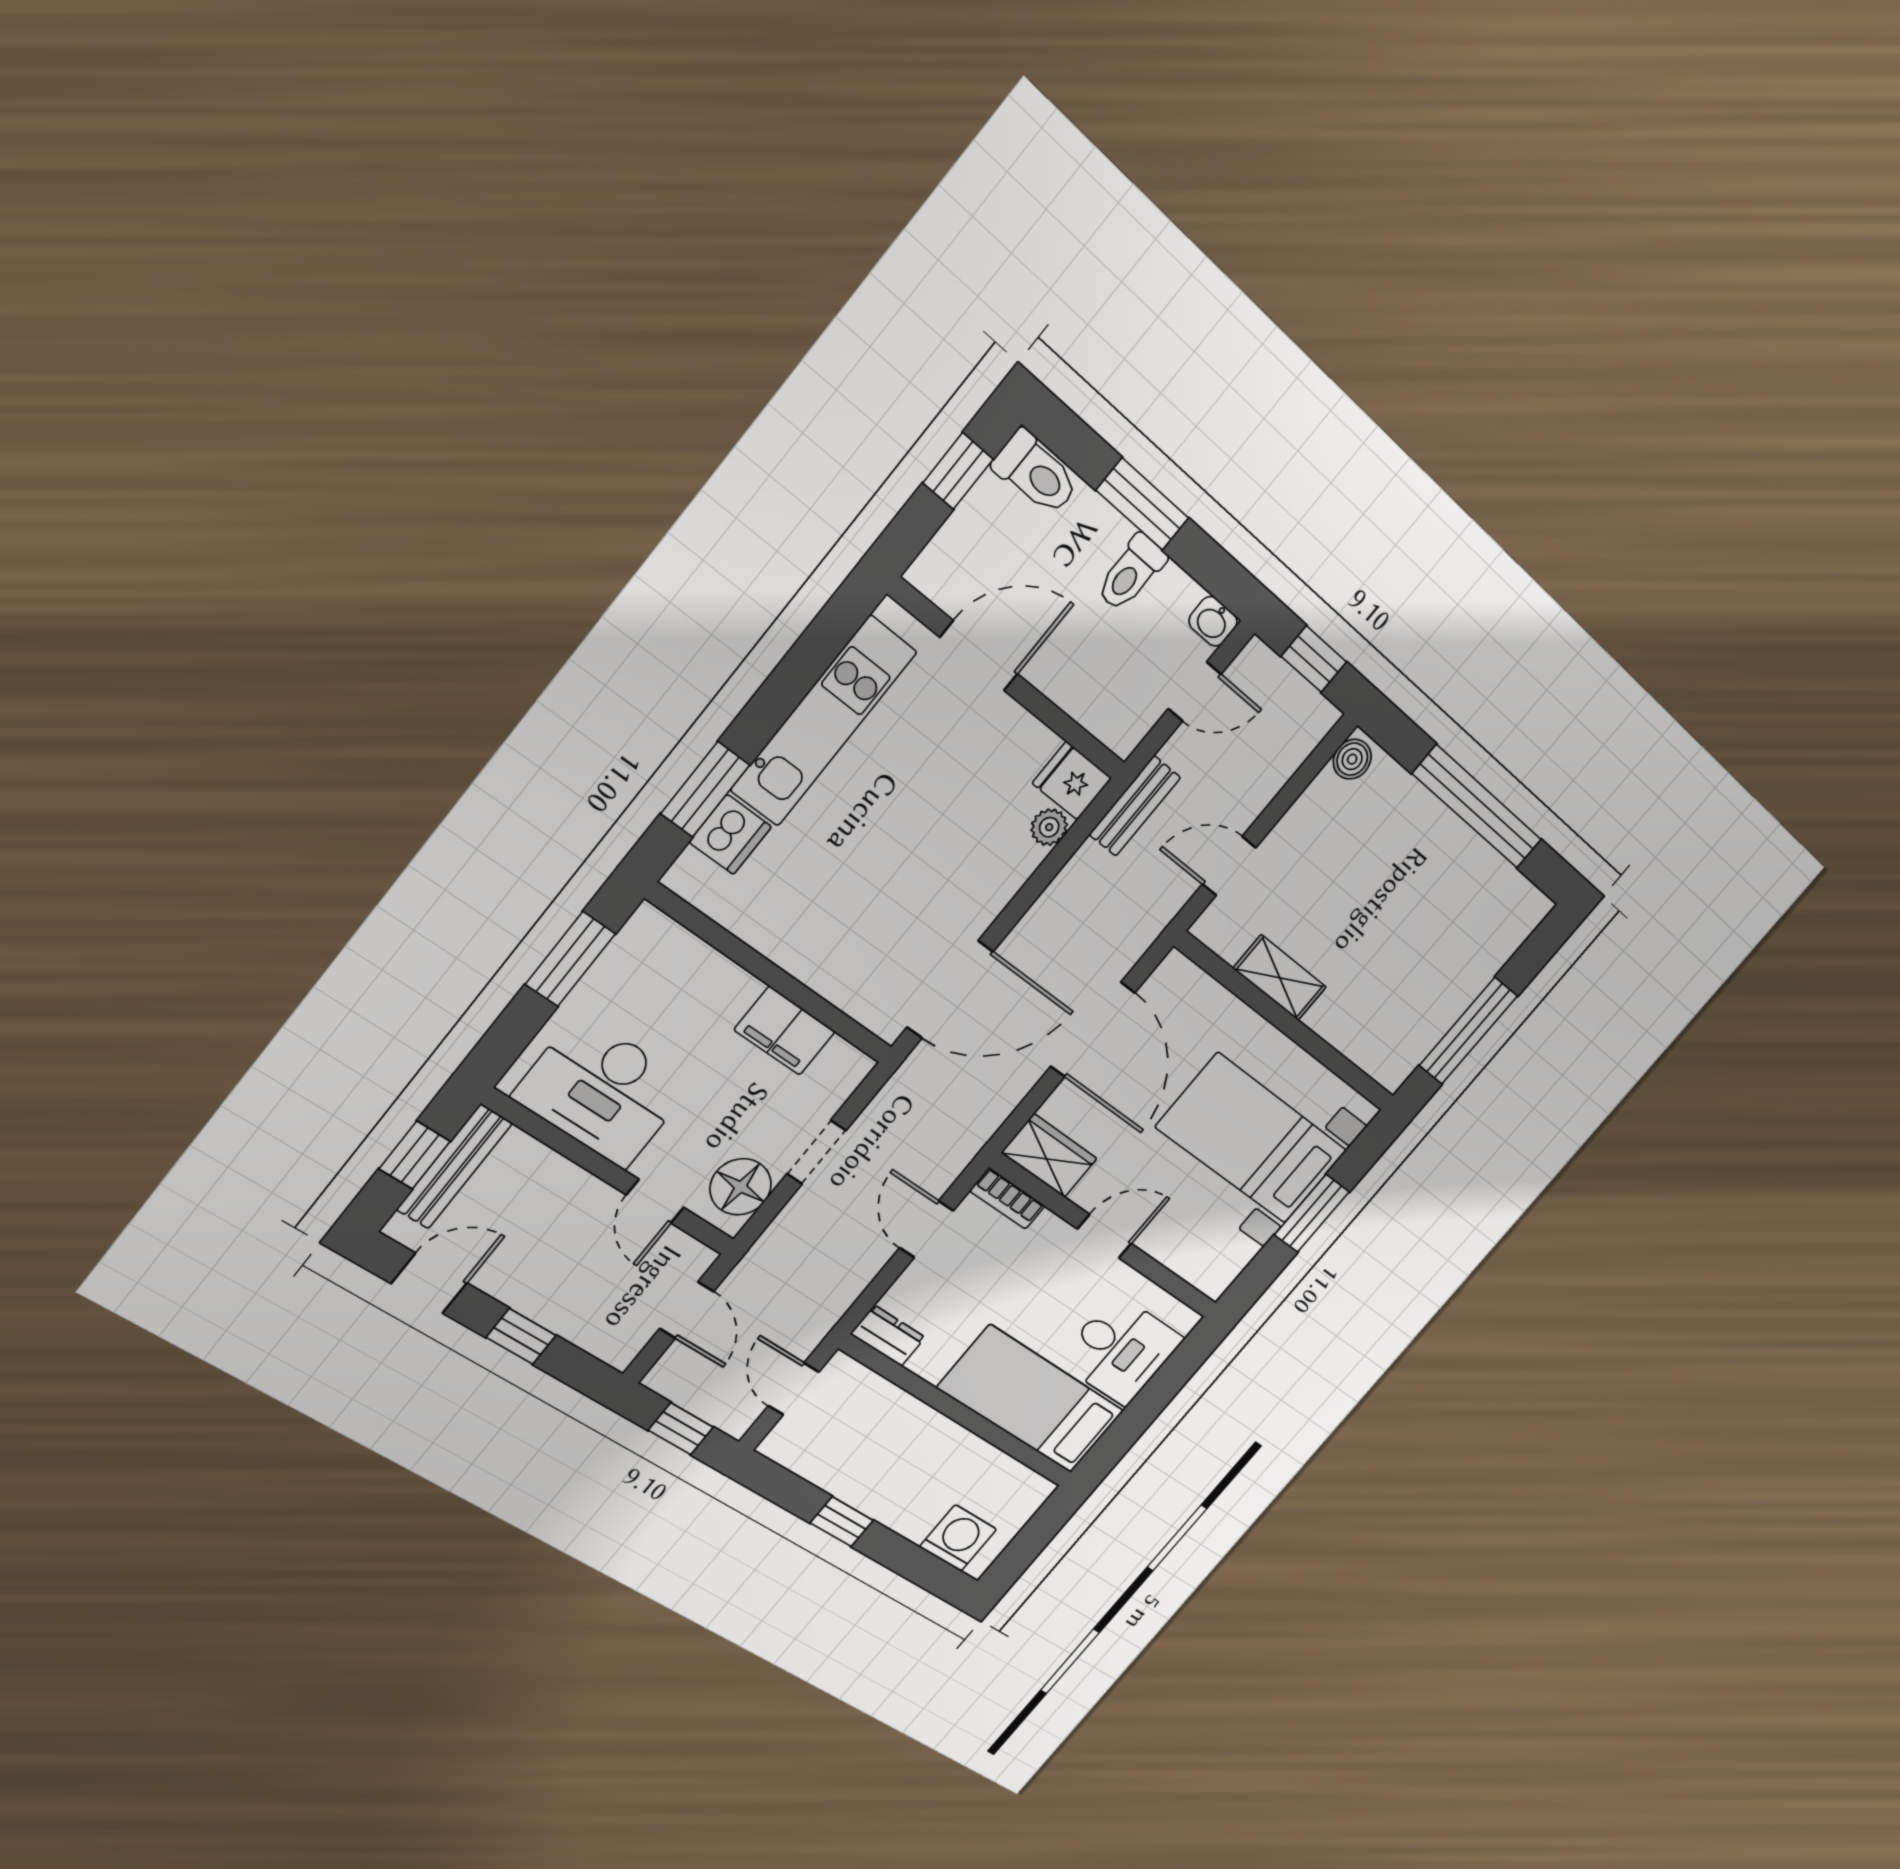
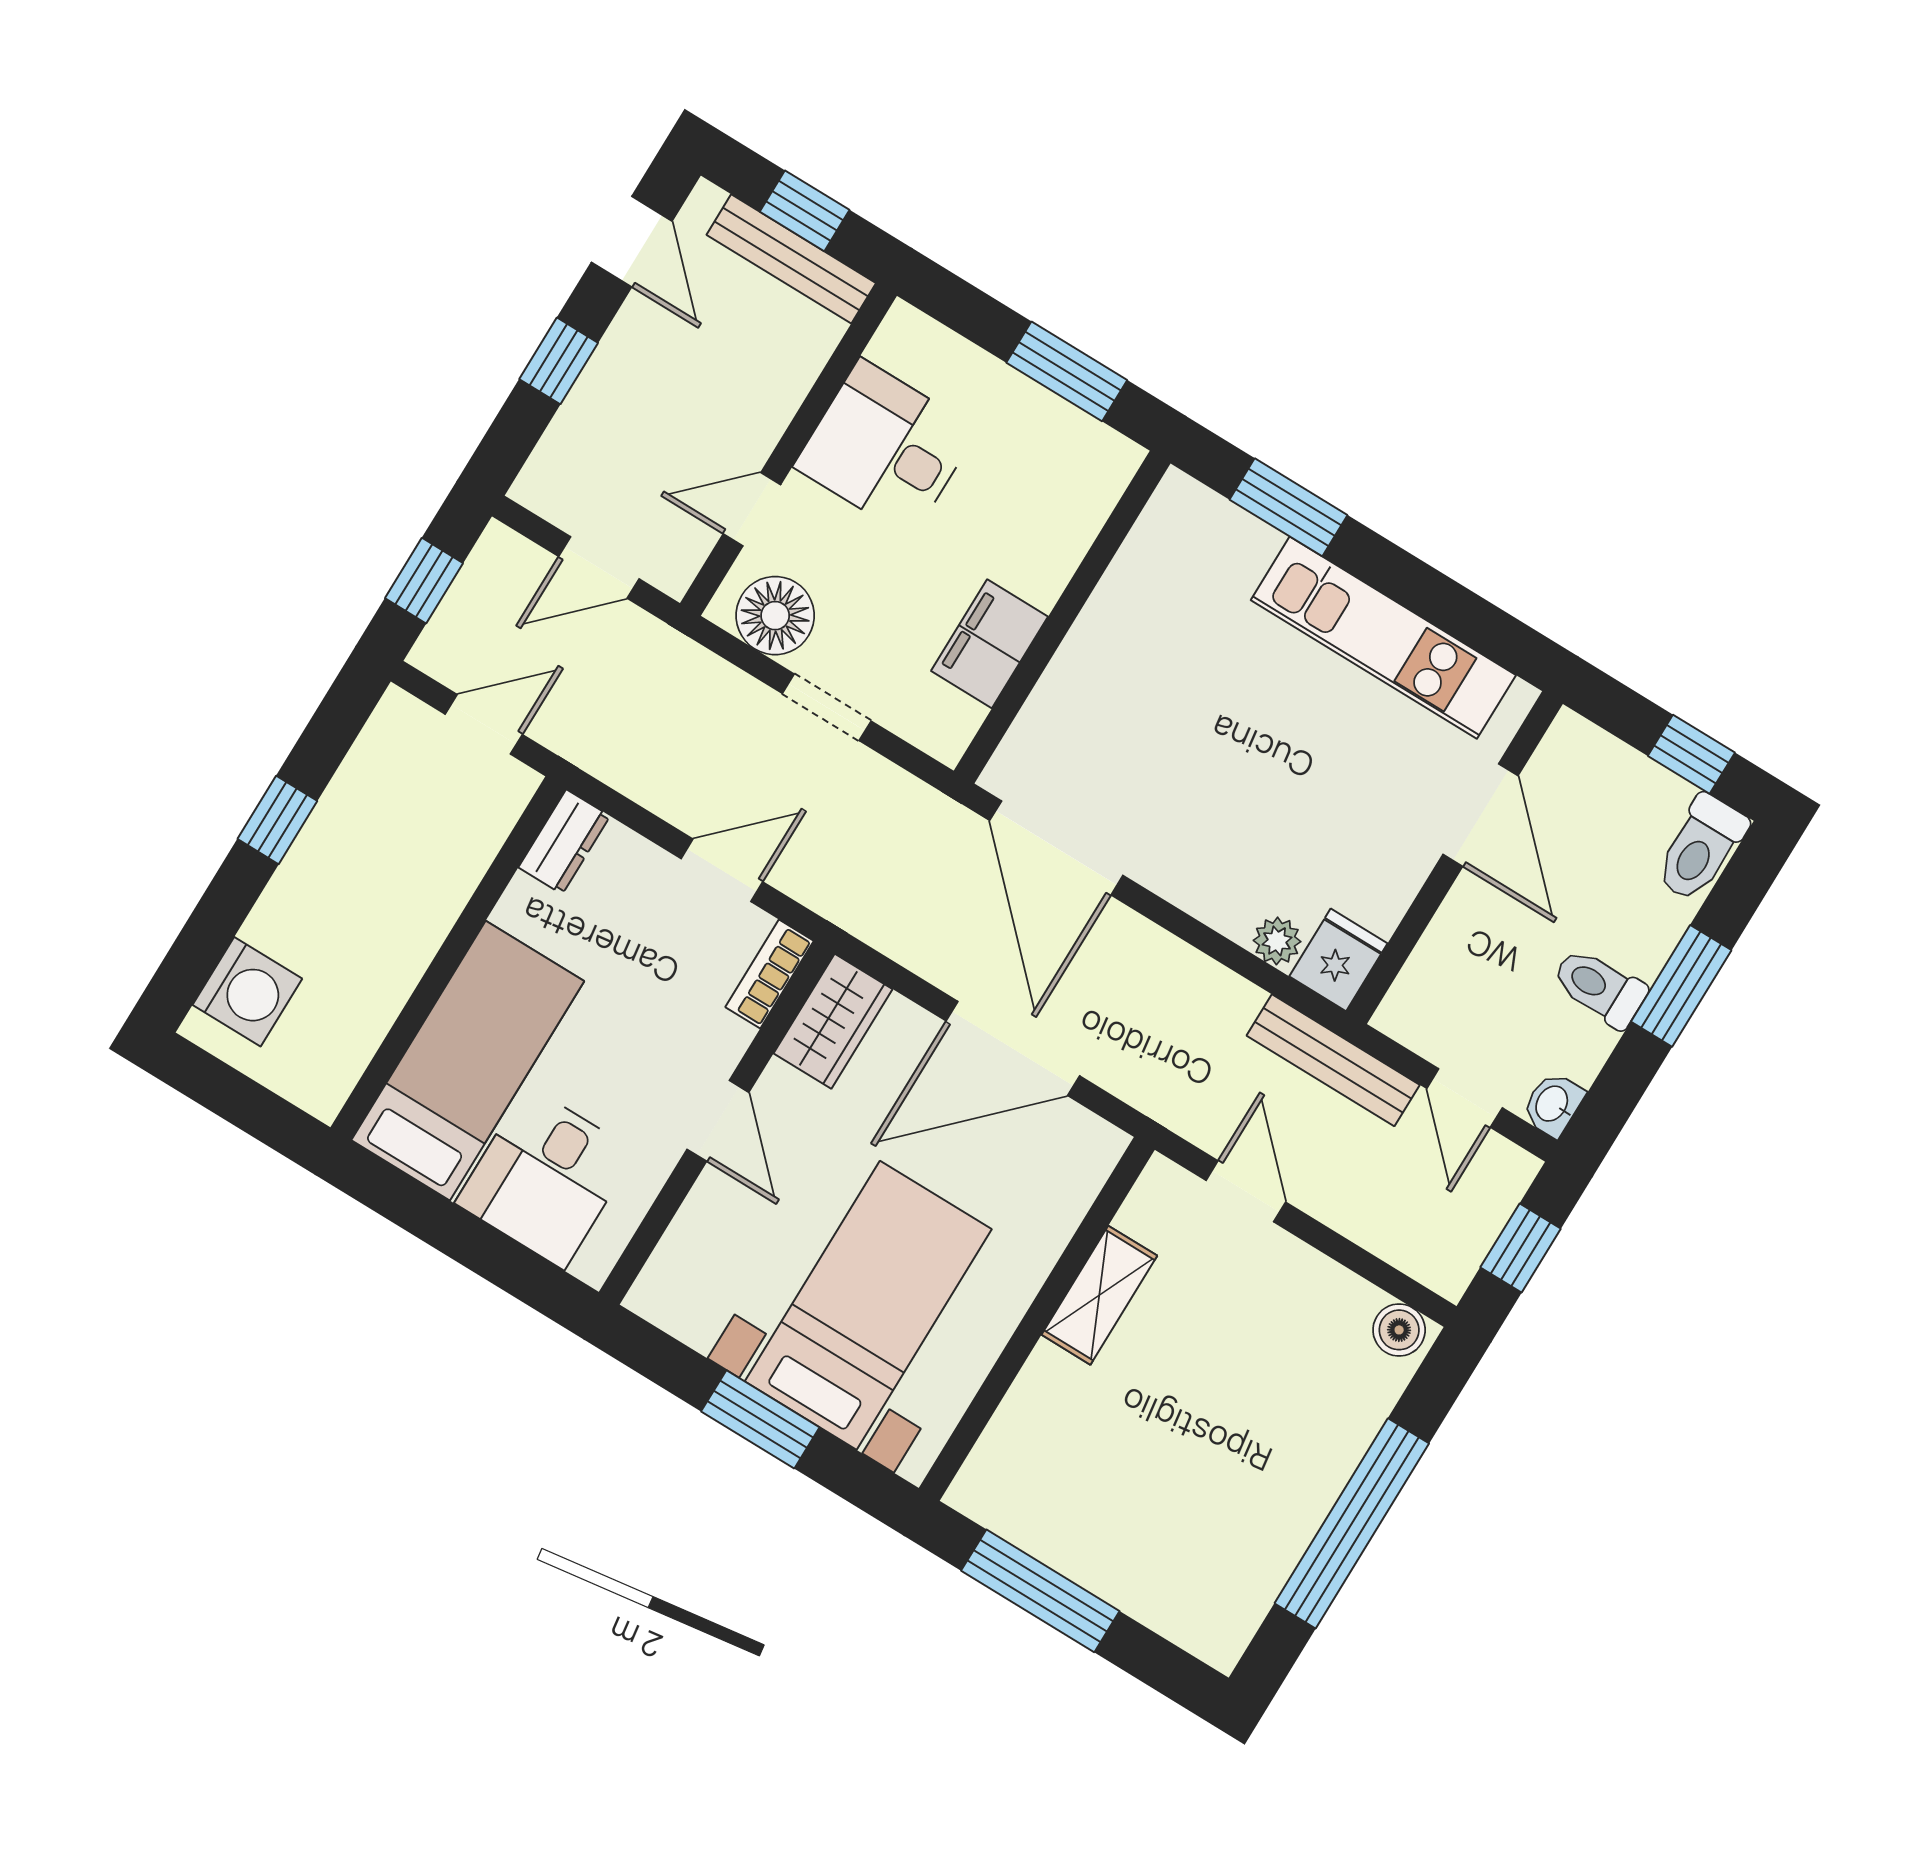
bench: (1135, 806) -> (1333, 1060), width x1.36
dishwasher: (730, 834) -> (1236, 544), removed
desk: (602, 1091) -> (886, 448), width x0.73

